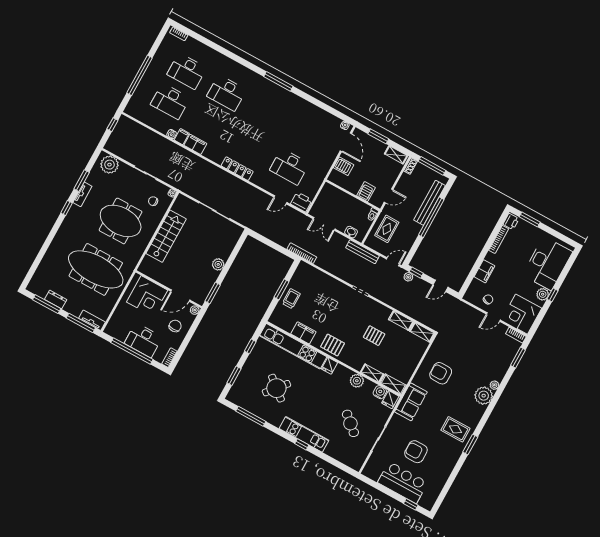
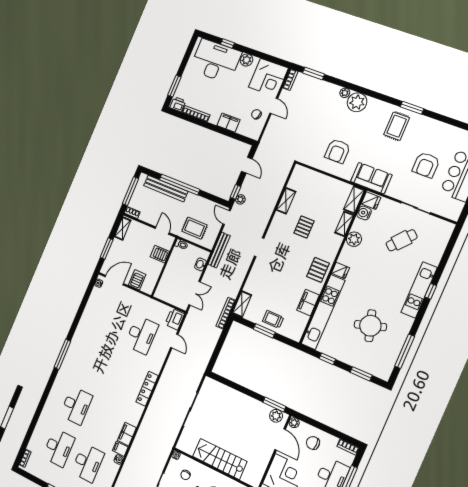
plant: (218, 264) -> (276, 416), moved
window: (553, 295) -> (227, 43), moved
shelving: (422, 332) -> (242, 304), moved
round table: (276, 388) -> (370, 326), turned 33

